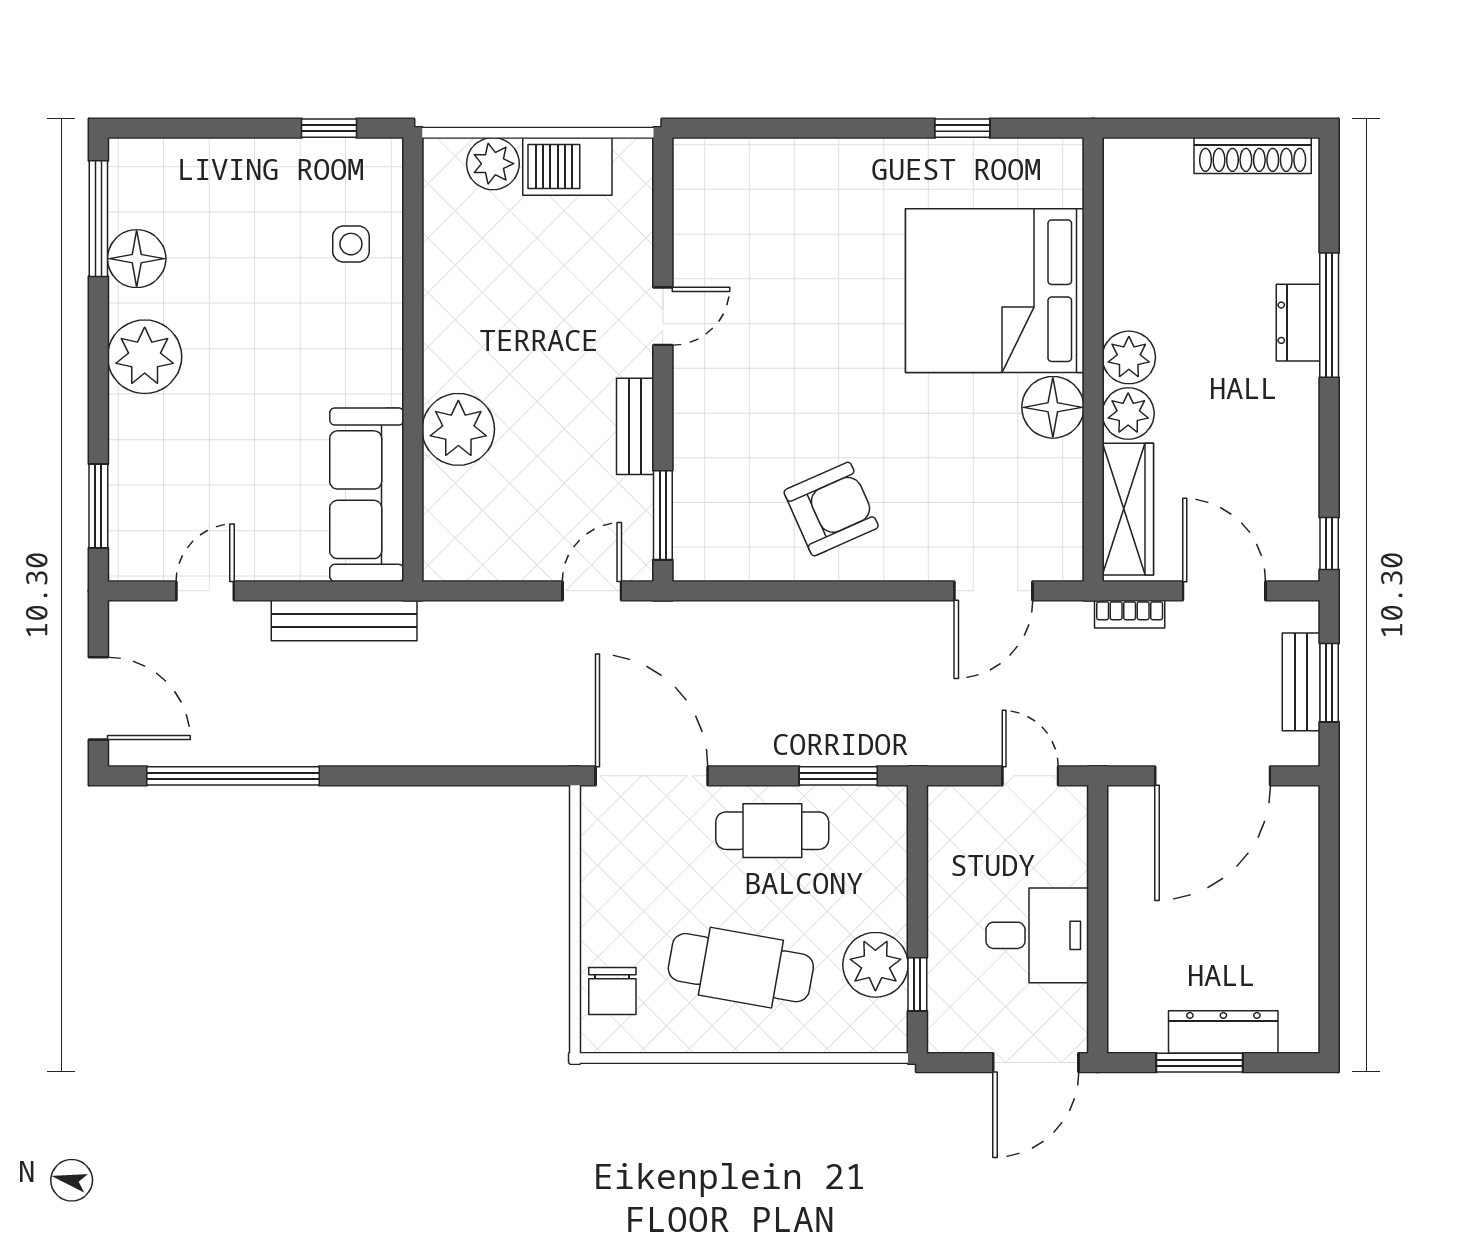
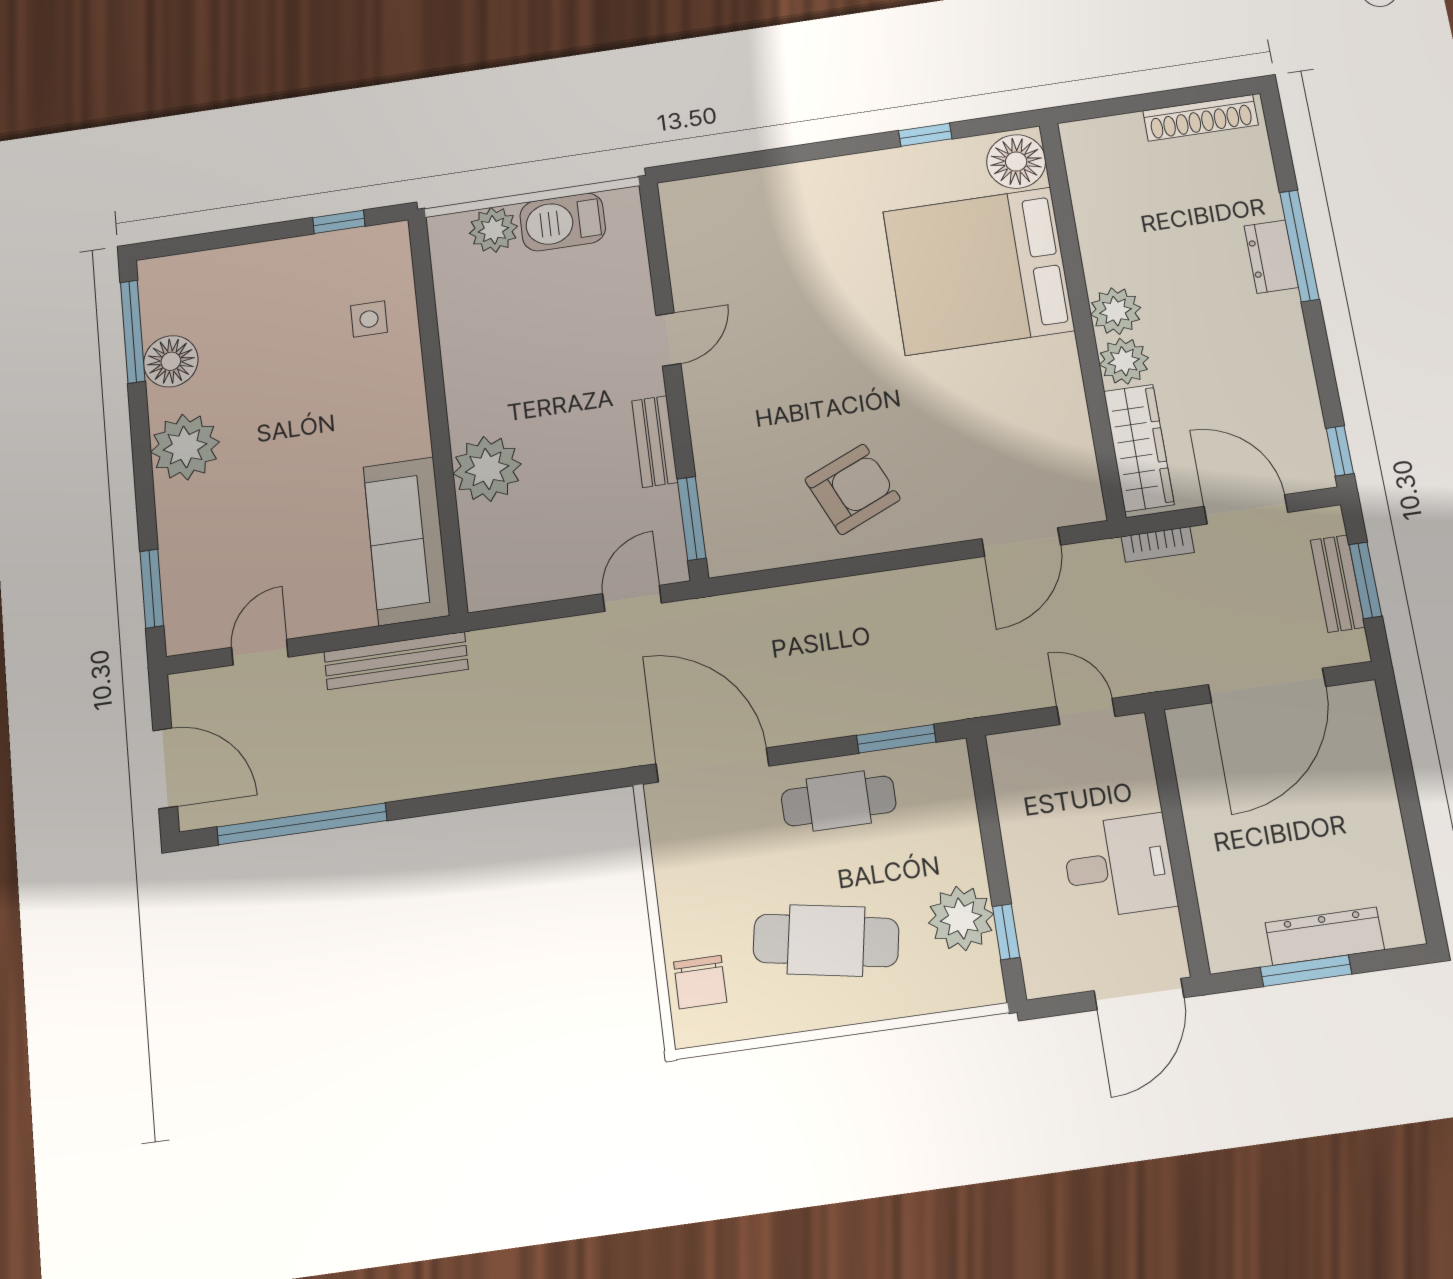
floor lamp: (1053, 407) -> (1016, 162), moved

